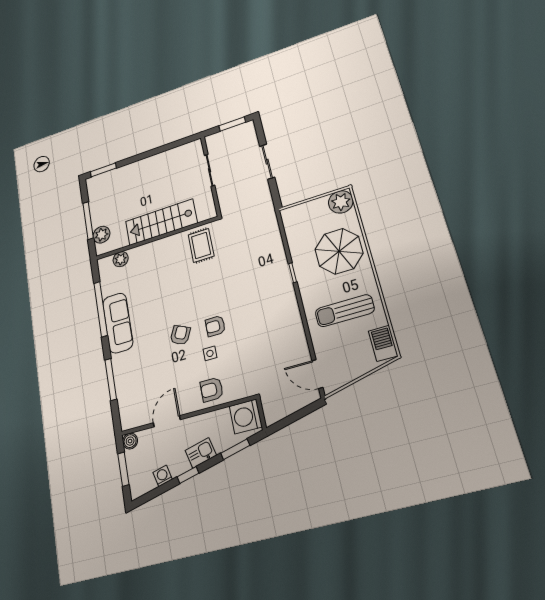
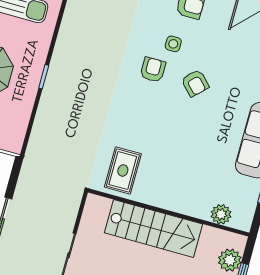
armchair: (215, 326) -> (153, 70), turned -90
armchair: (180, 335) -> (195, 83), turned -69

